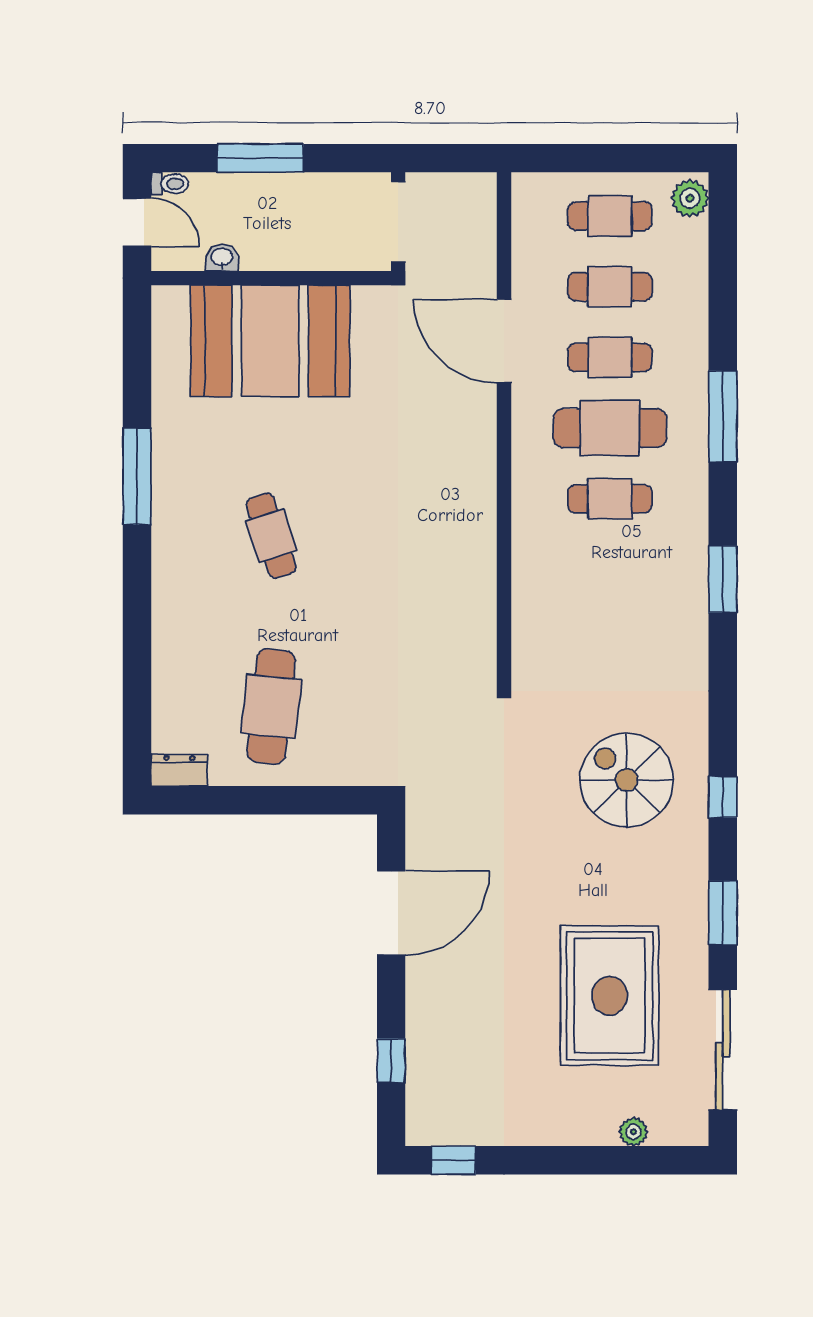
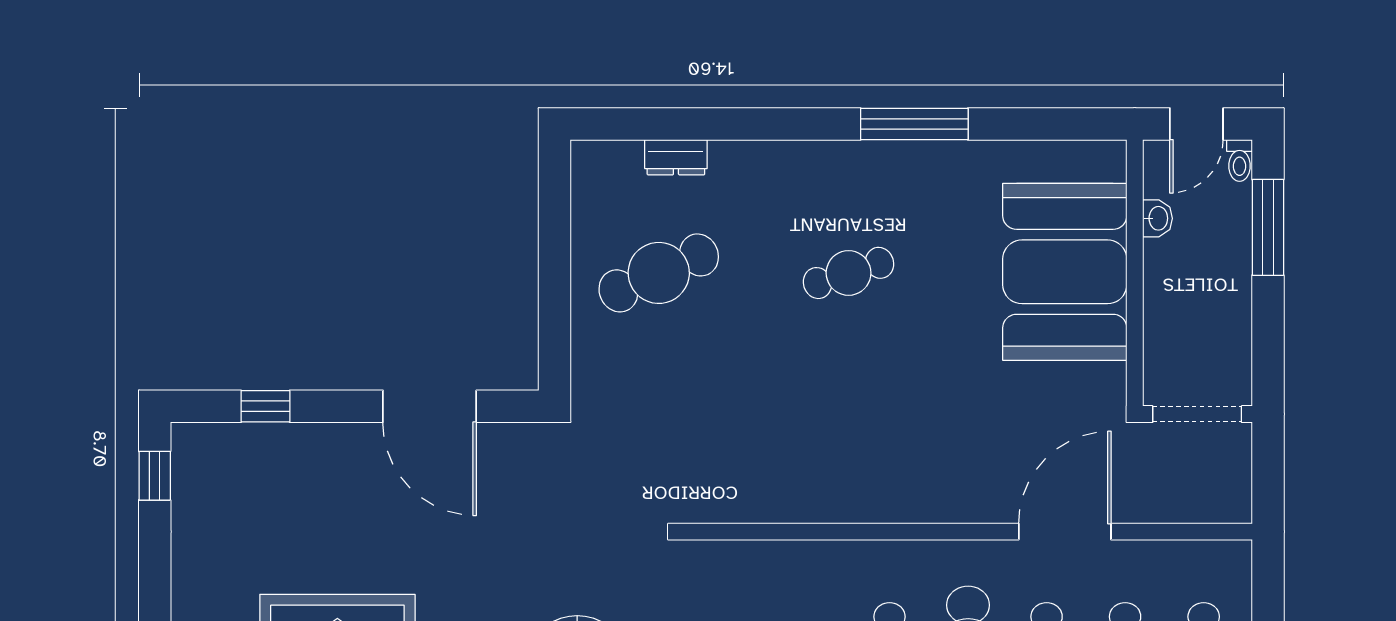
window: (260, 158) -> (1268, 227), moved
cafe table: (271, 707) -> (659, 273), turned -30
dresser: (179, 770) -> (676, 157), moved, turned 90

